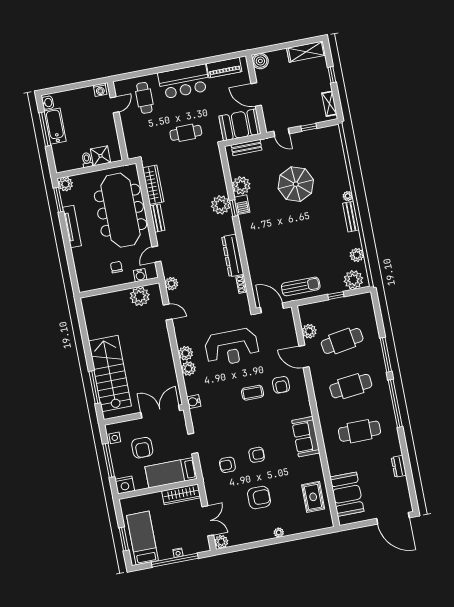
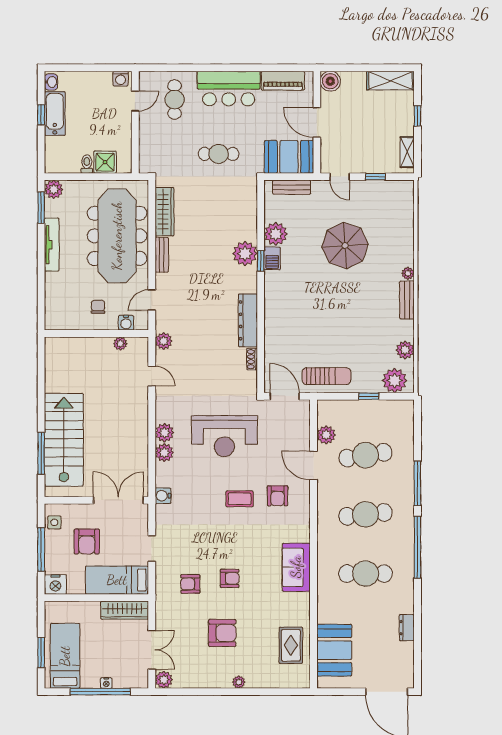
window: (45, 129) -> (41, 115), width x0.46
plant: (140, 296) -> (120, 344), width x0.53, depth x0.53

